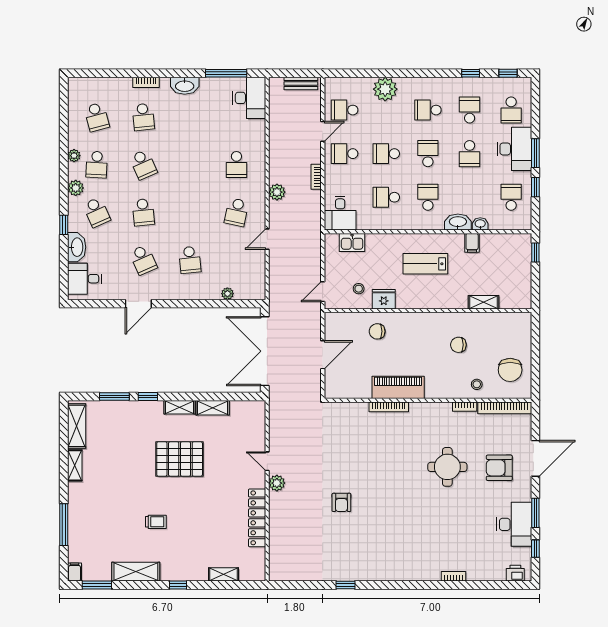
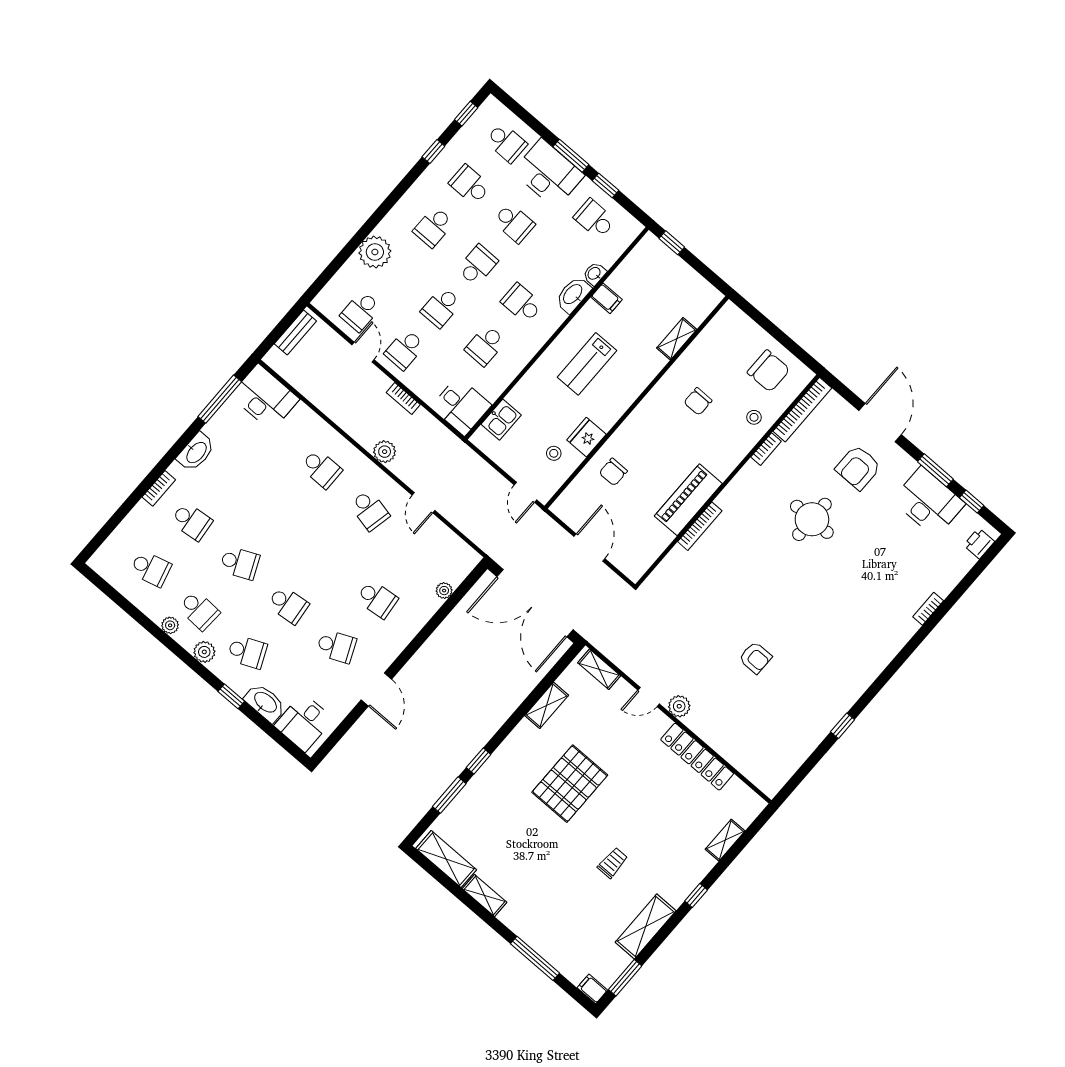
school desk: (428, 154) -> (478, 265), turned 90
shelving: (179, 407) -> (599, 669), moved, turned 90

